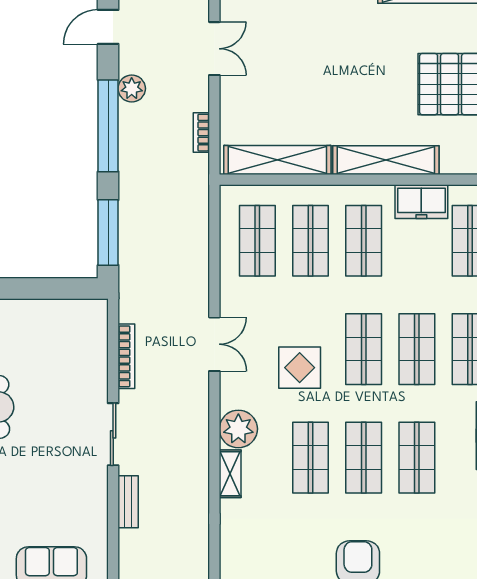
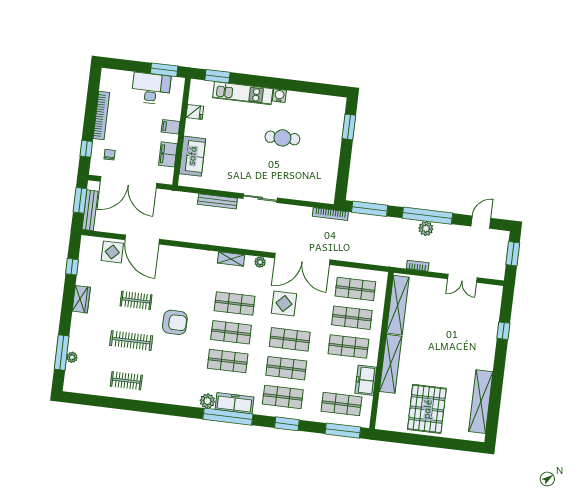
door: (108, 27) -> (481, 222), hinge flipped
plant: (132, 89) -> (426, 228), moved
double door: (214, 344) -> (302, 259), width x1.87
bookcase: (126, 356) -> (330, 214), moved
plant: (238, 429) -> (260, 262), width x0.53, depth x0.53
bench: (128, 502) -> (217, 201), width x1.36

